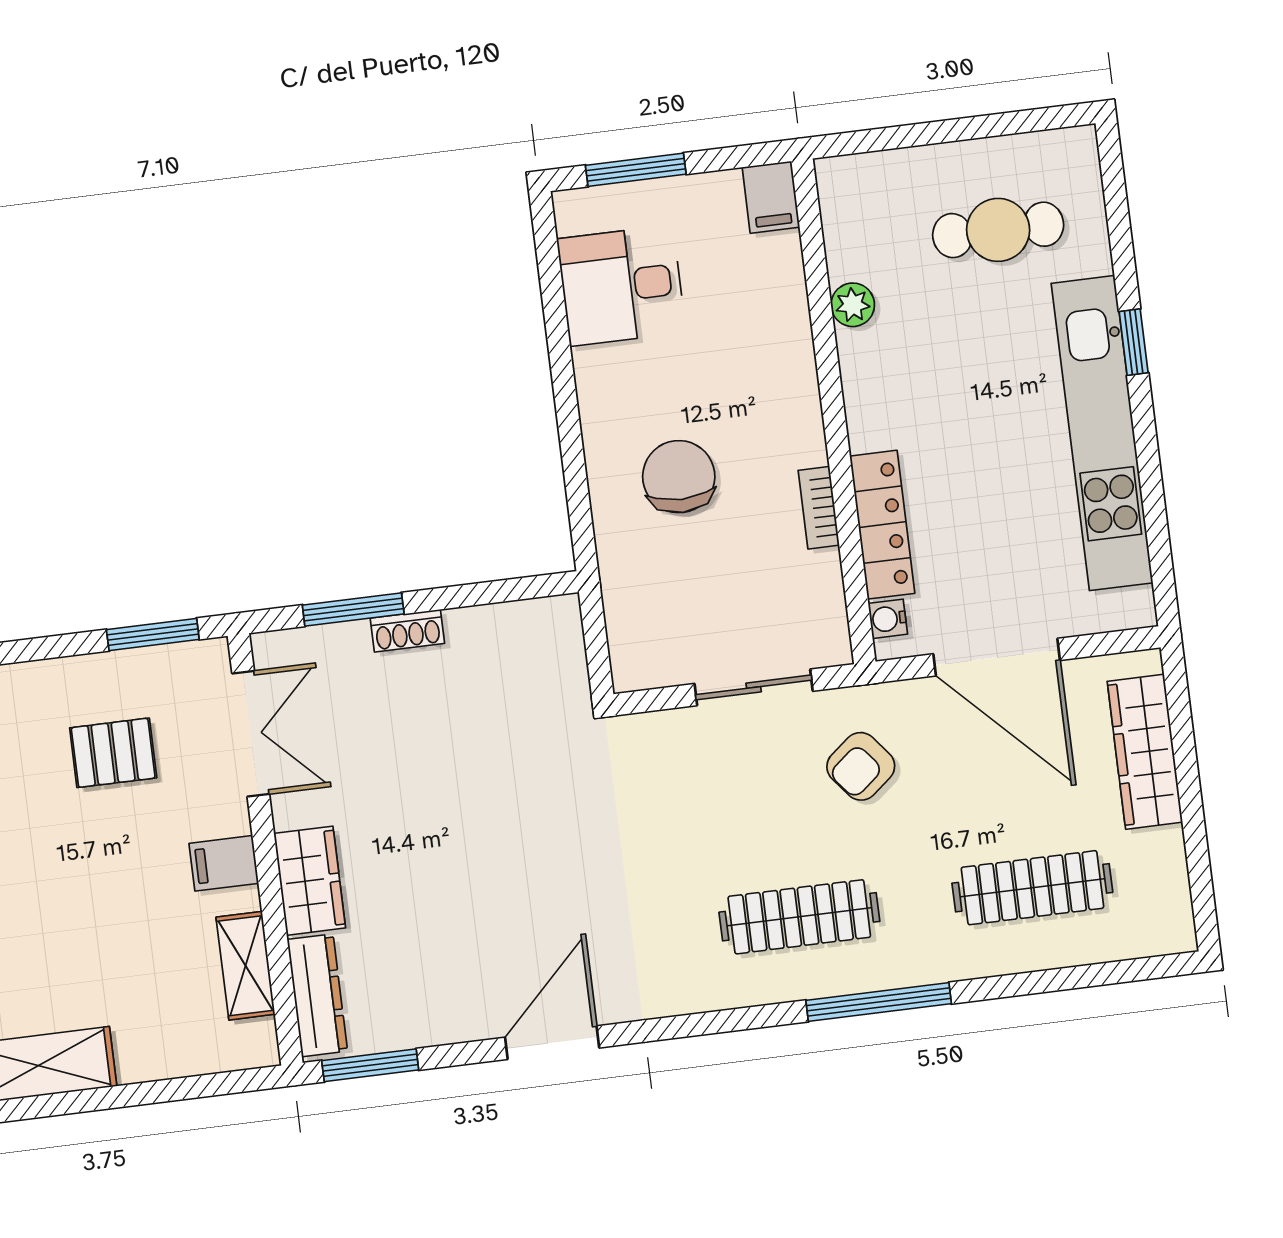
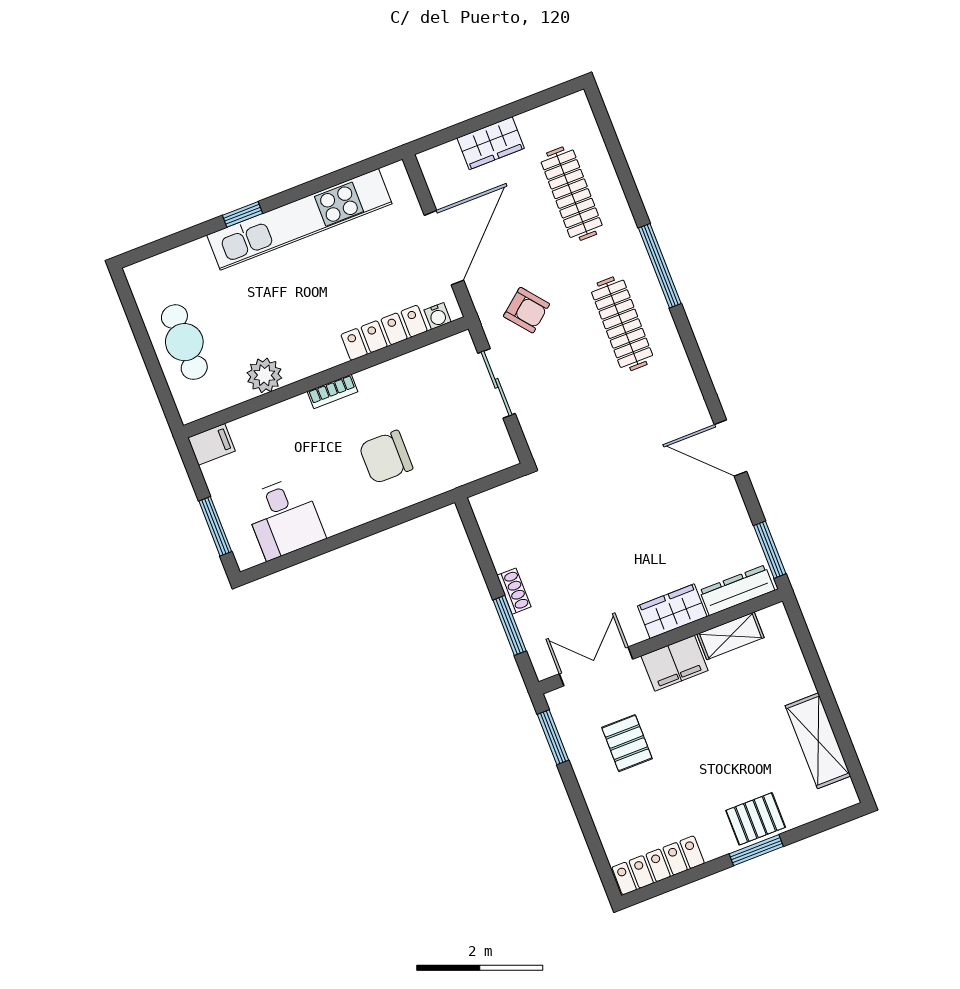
cafe table: (998, 230) -> (184, 342), moved
plant: (853, 305) -> (264, 375), width x1.38, depth x1.38
bookcase: (819, 508) -> (333, 392), moved
wardrobe: (1145, 752) -> (491, 143), width x0.67
filing cabinet: (224, 863) -> (675, 663), width x2.00

